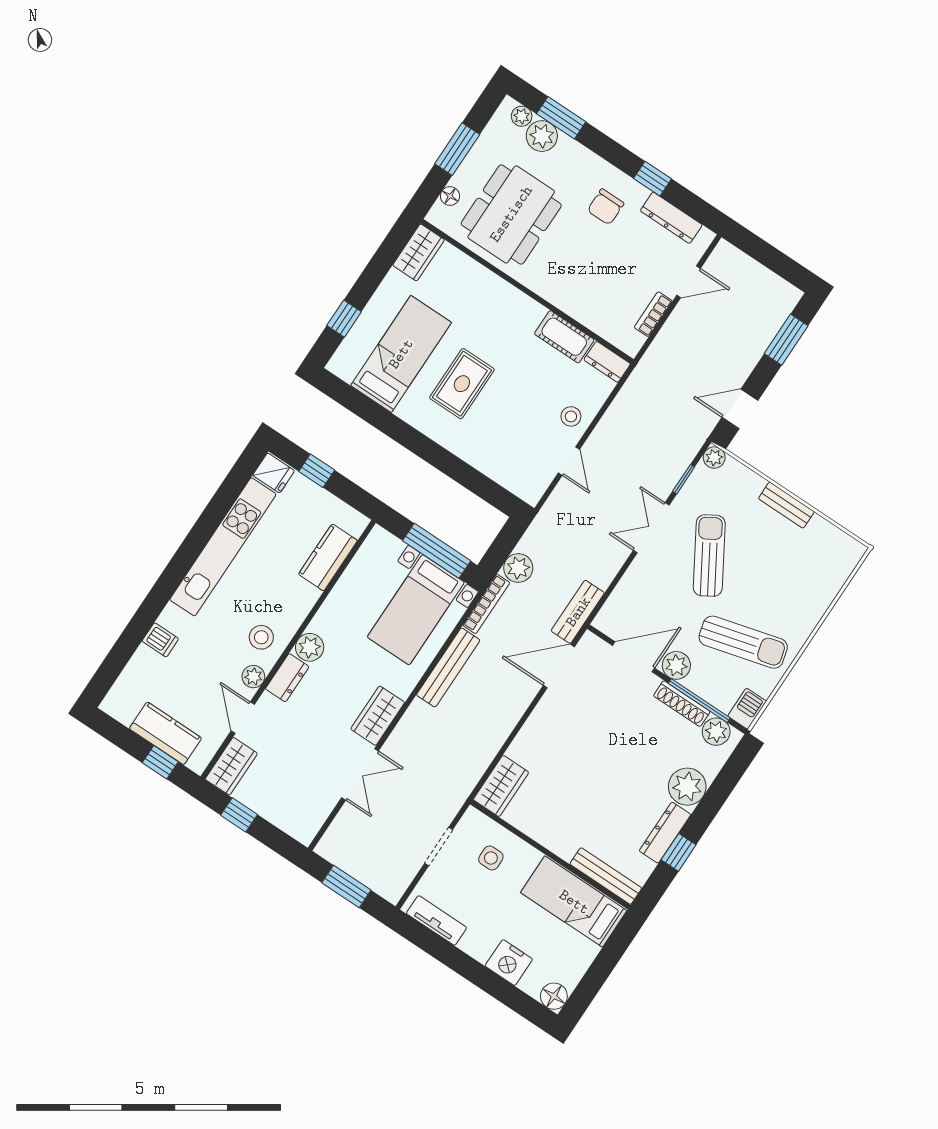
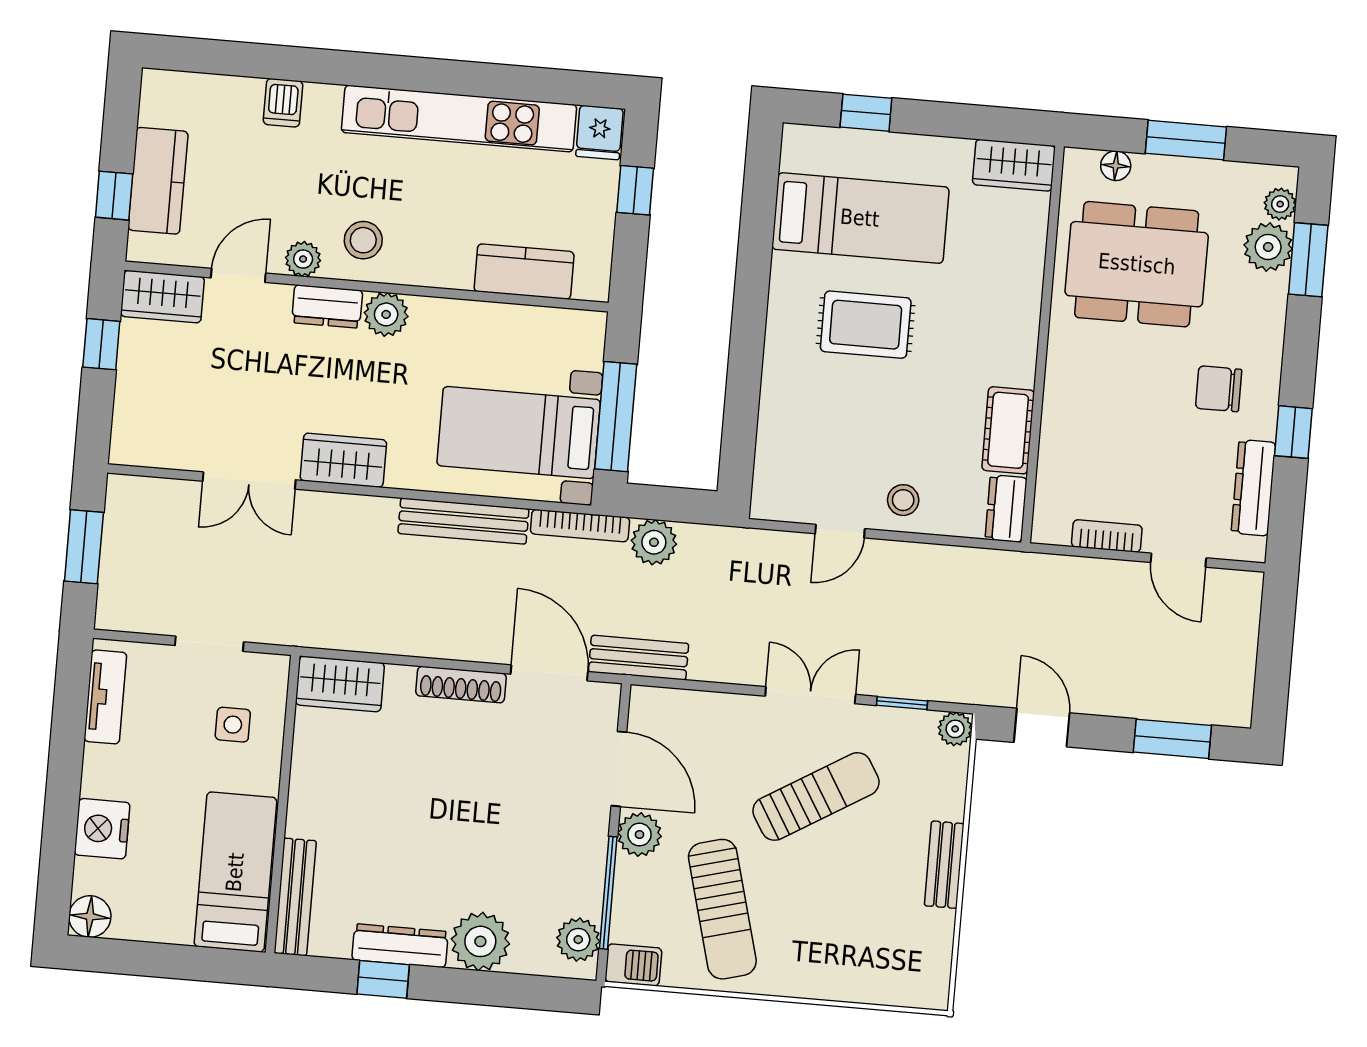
shoe rack: (682, 704) -> (461, 685), moved, turned -90

